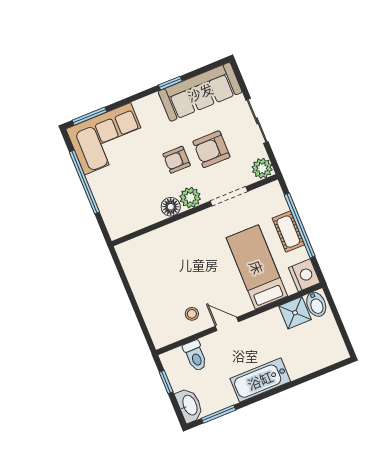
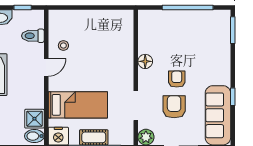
corner sofa: (108, 139) -> (212, 36), removed
plant: (190, 198) -> (146, 78), removed

